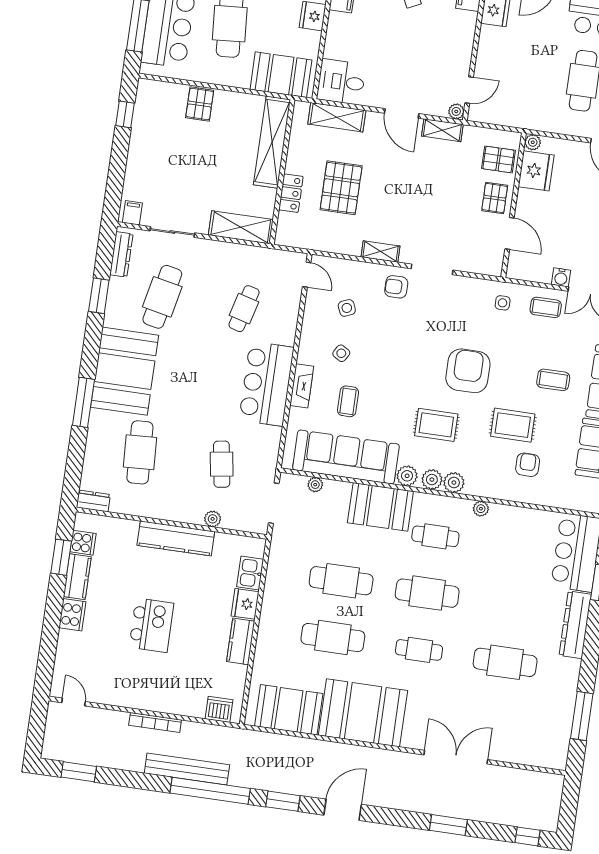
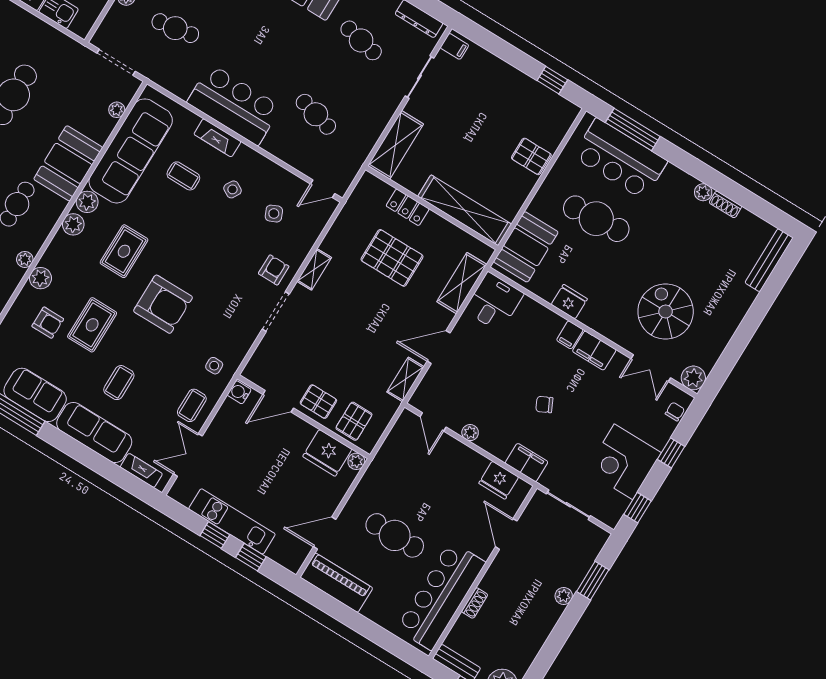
plant: (456, 111) -> (470, 433), moved
water cooler: (561, 277) -> (239, 392), moved
cafe table: (162, 297) -> (361, 40), width x0.73, depth x0.74
plant: (454, 483) -> (40, 278), moved

